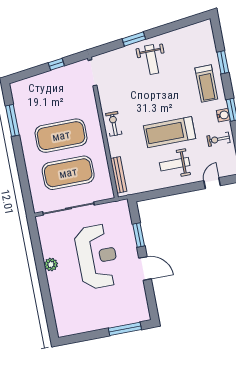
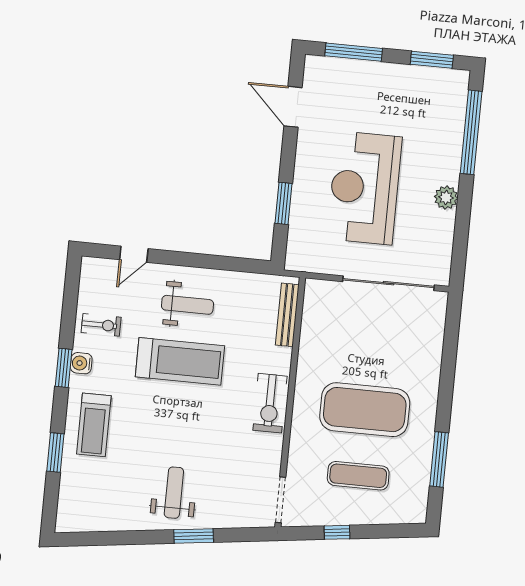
treadmill: (206, 84) -> (94, 425), turned 180
exercise bike: (114, 124) -> (270, 403), width x1.38, depth x1.39
exercise mat: (68, 173) -> (358, 476), moved, width x0.50, depth x0.69
door: (145, 268) -> (293, 107), moved
window: (48, 304) -> (471, 132), added
window: (81, 337) -> (432, 60), added

